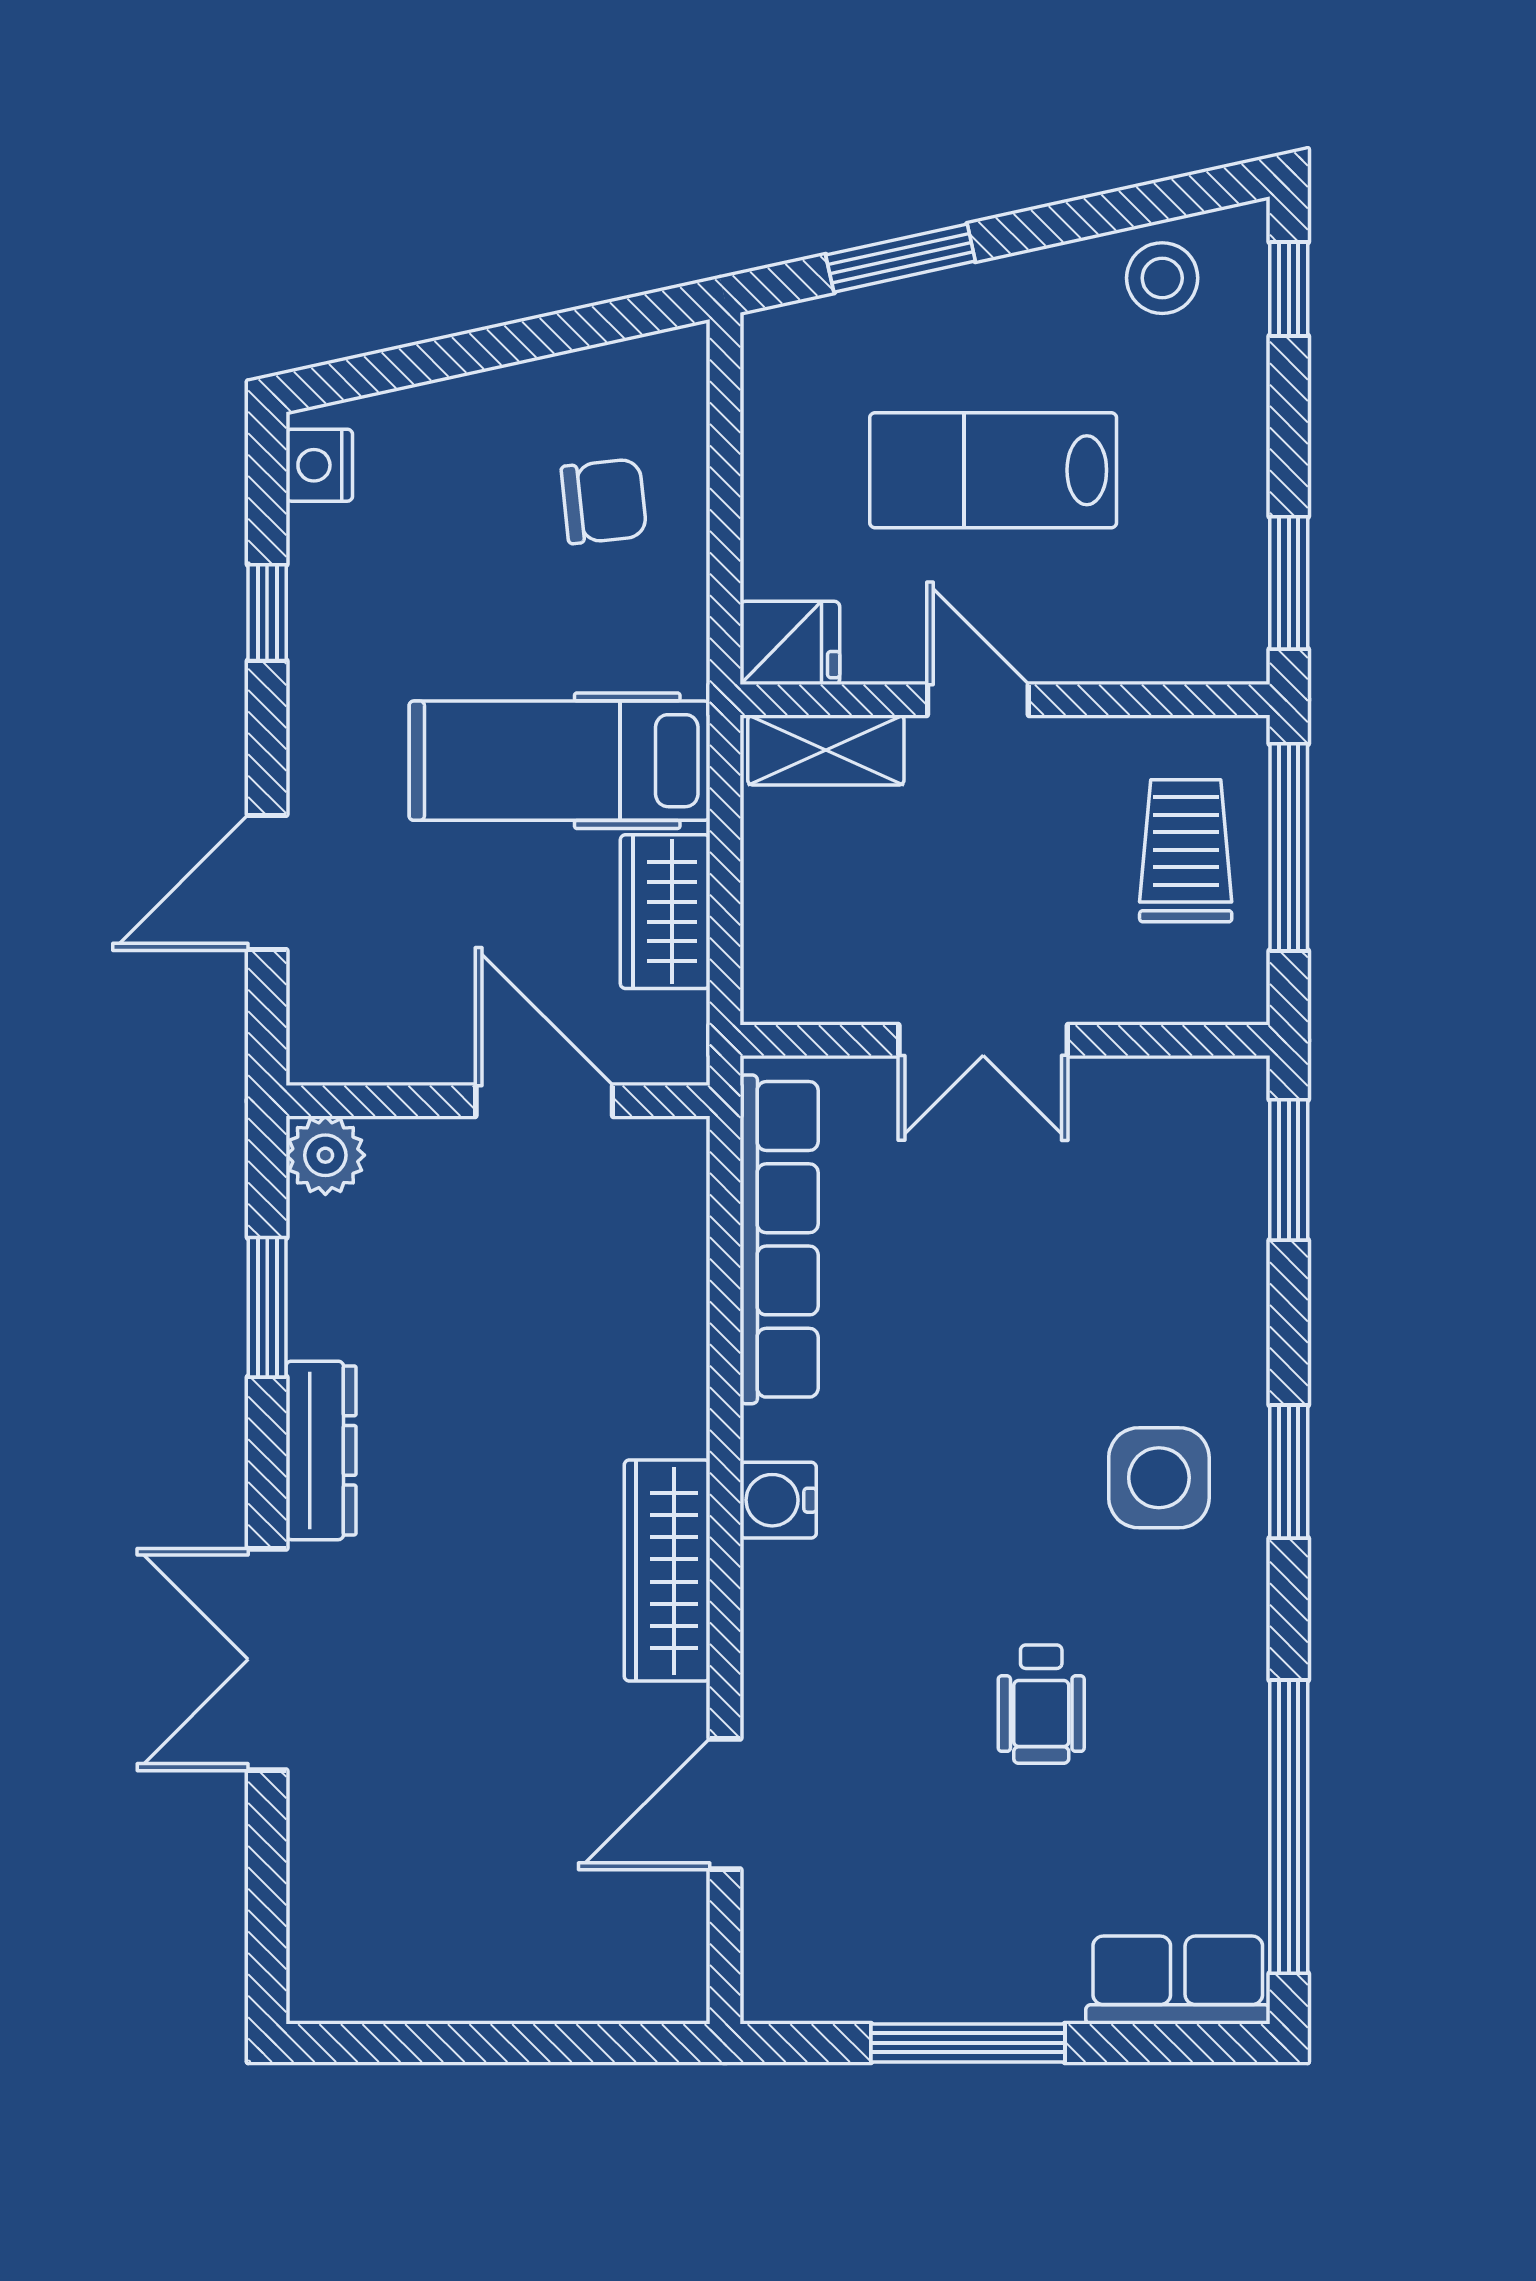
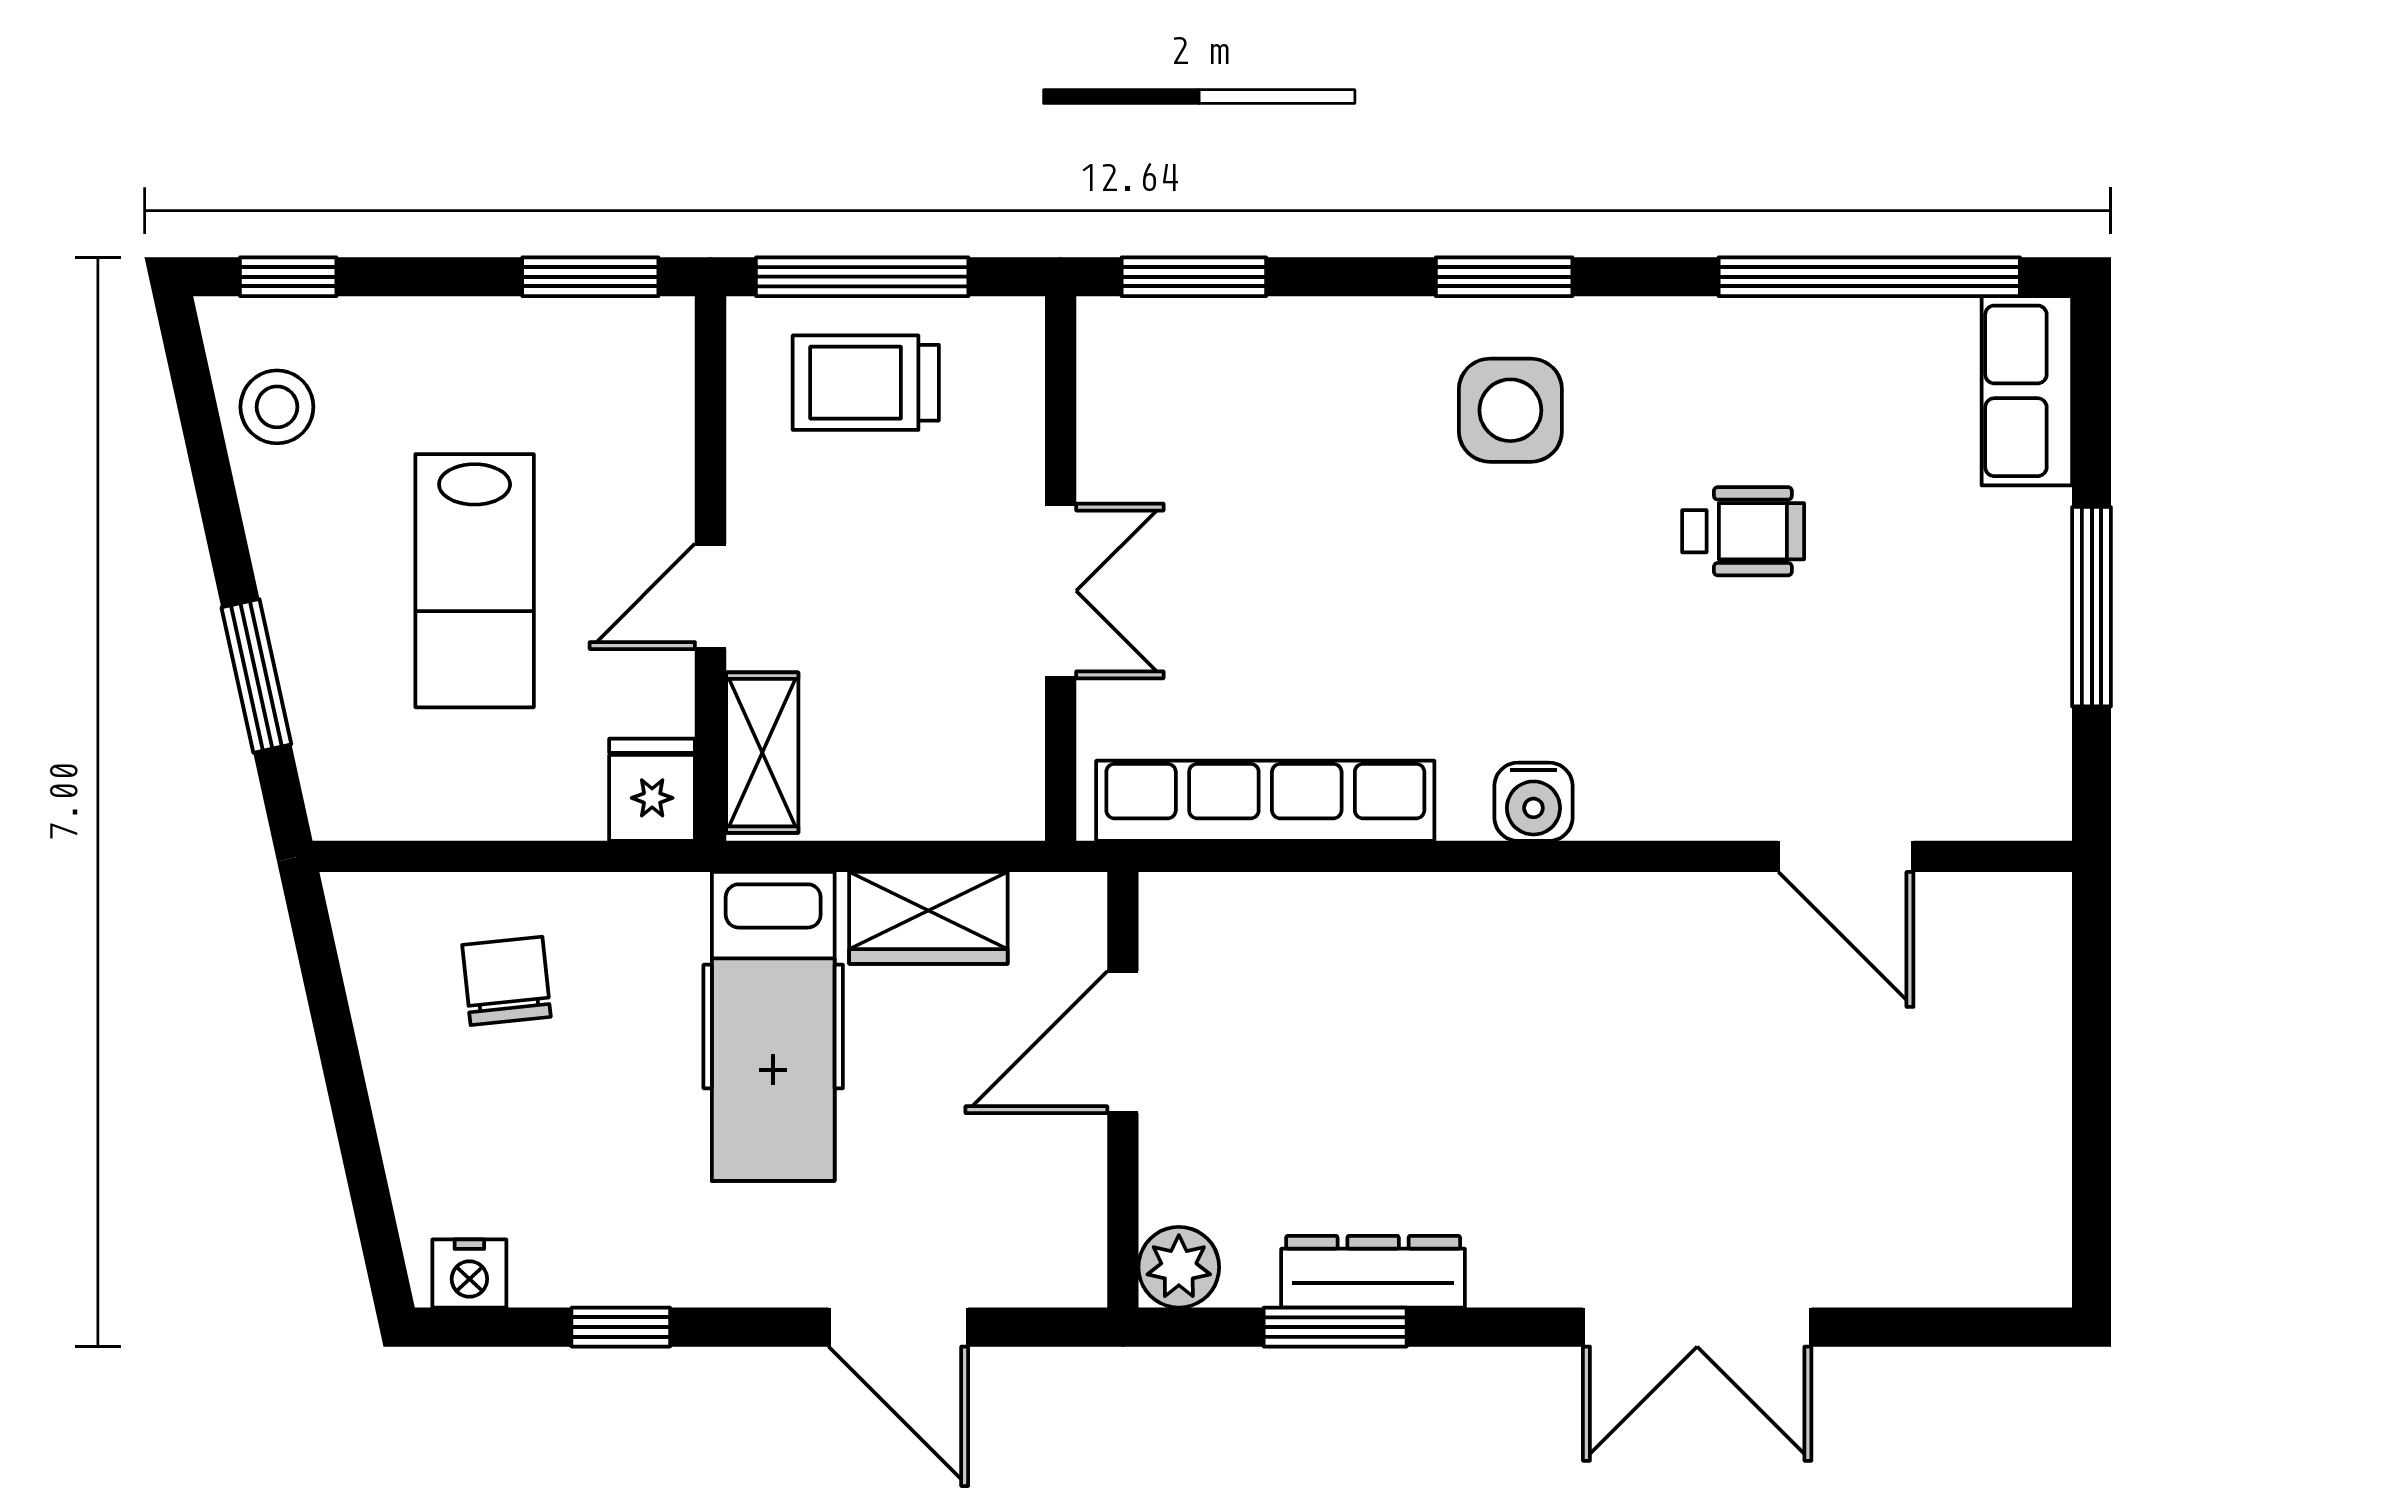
dresser: (321, 1450) -> (1373, 1272), moved
wardrobe: (667, 1571) -> (1606, 916), removed

